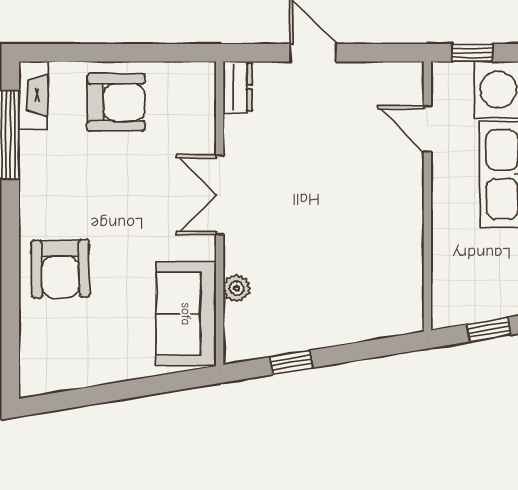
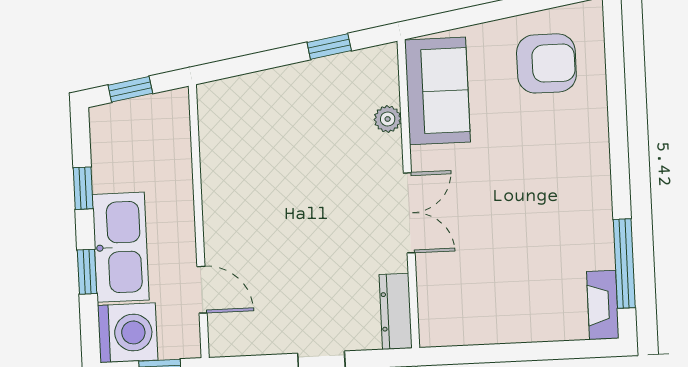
dresser: (238, 87) -> (396, 311), width x1.44
armchair: (116, 102) -> (519, 301), removed
armchair: (60, 269) -> (546, 63), moved, turned 91

